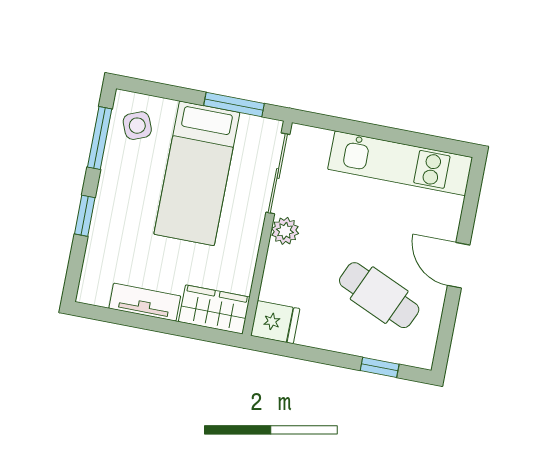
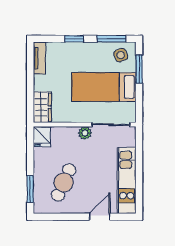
window: (234, 104) -> (139, 69), moved
door: (459, 265) -> (100, 217), moved
tv unit: (145, 302) -> (39, 58), moved
window: (380, 367) -> (30, 189), width x1.50

